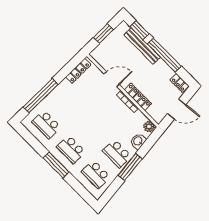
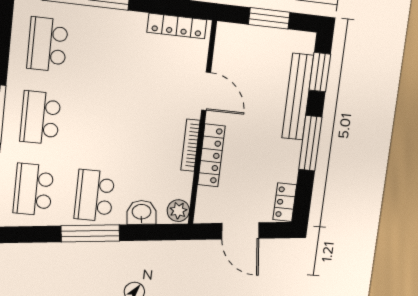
window: (164, 55) -> (310, 143), width x0.68

